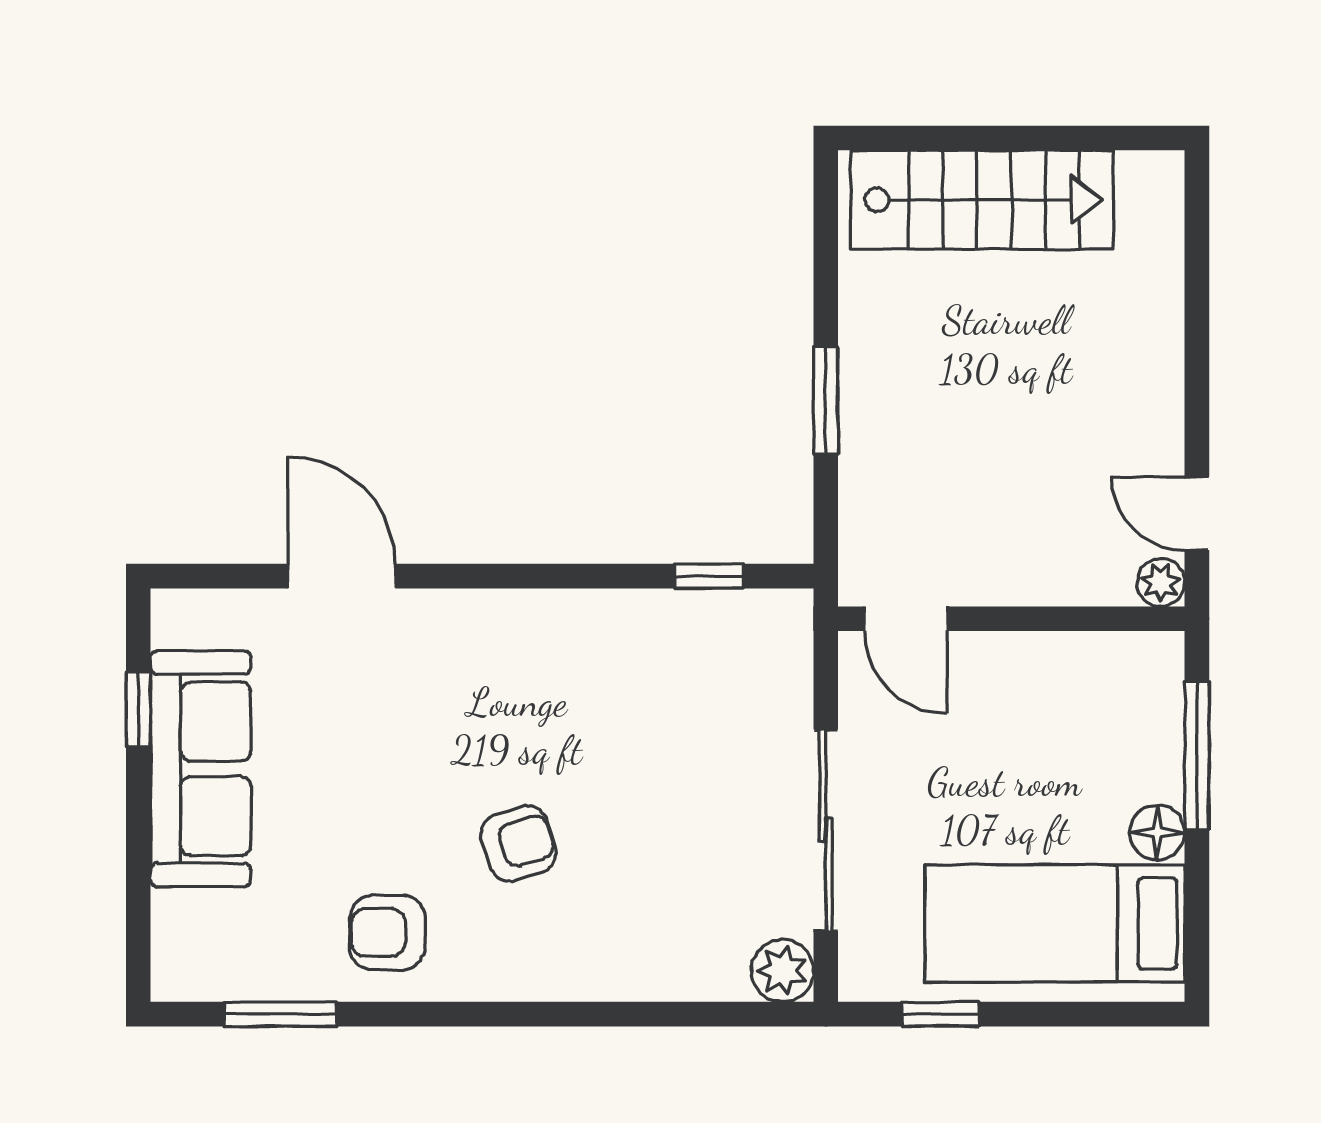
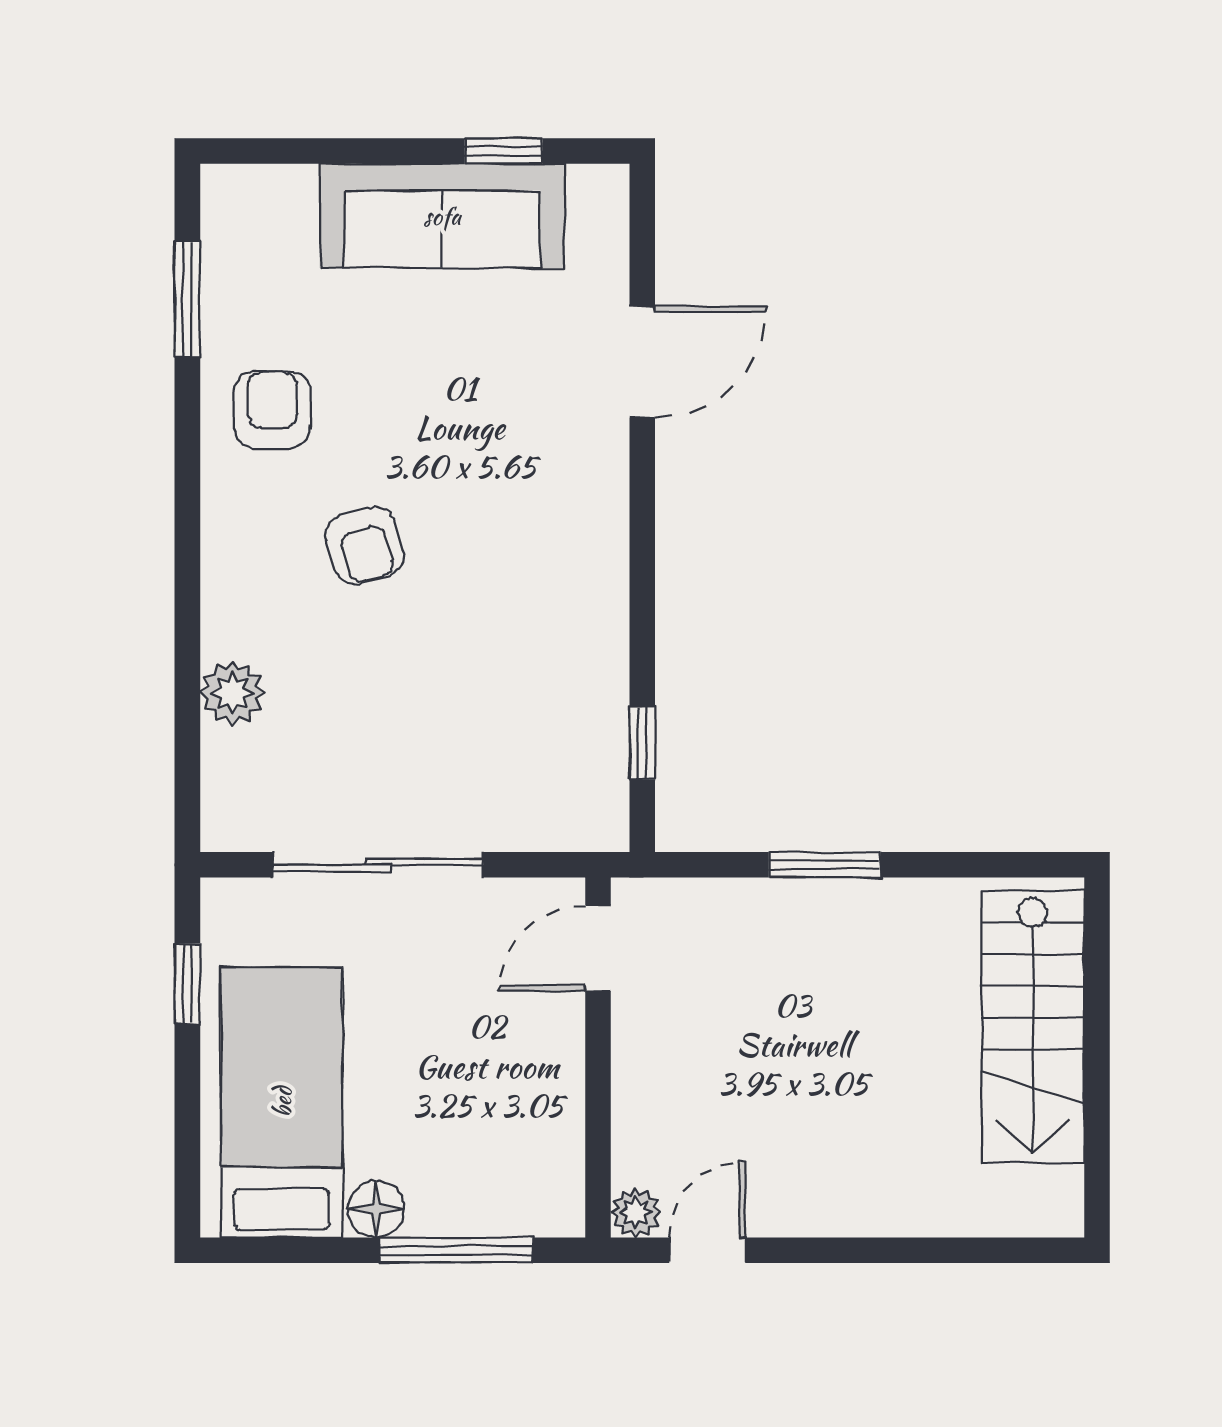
plant: (782, 971) -> (232, 693), moved

